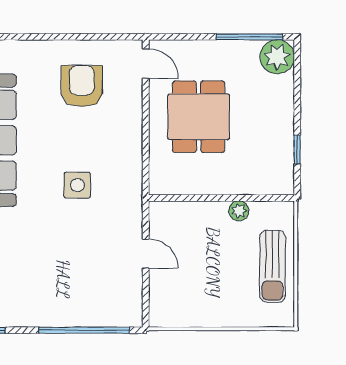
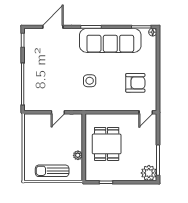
dining table: (199, 117) -> (107, 144), moved, turned 90

